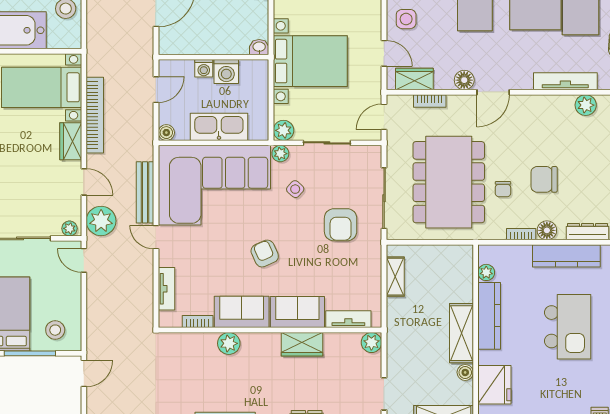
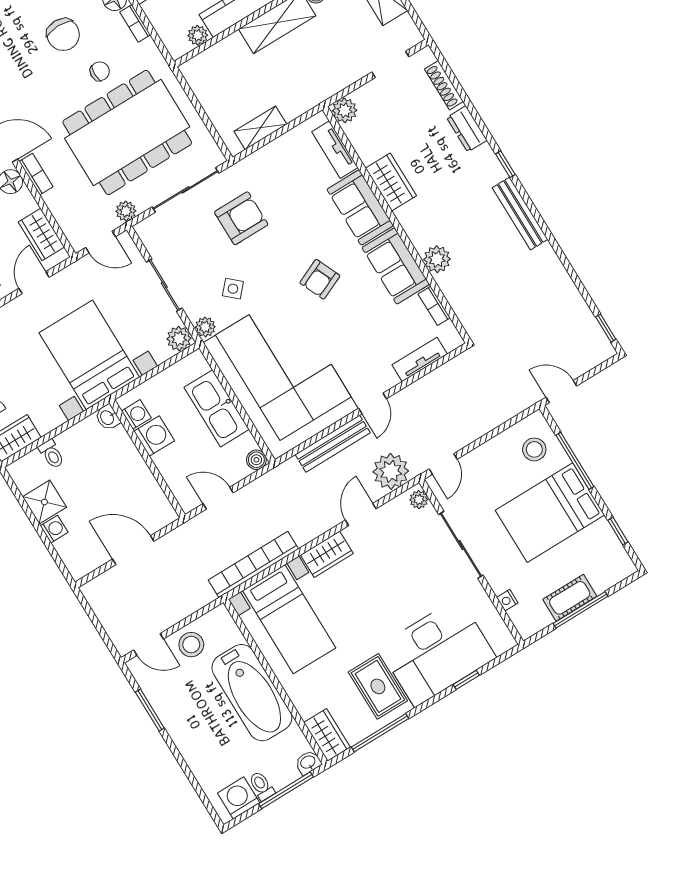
washing machine: (204, 68) -> (136, 414), moved
bookcase: (430, 101) -> (36, 174), moved
bookcase: (95, 115) -> (253, 565), moved
plant: (395, 148) -> (126, 211), added

